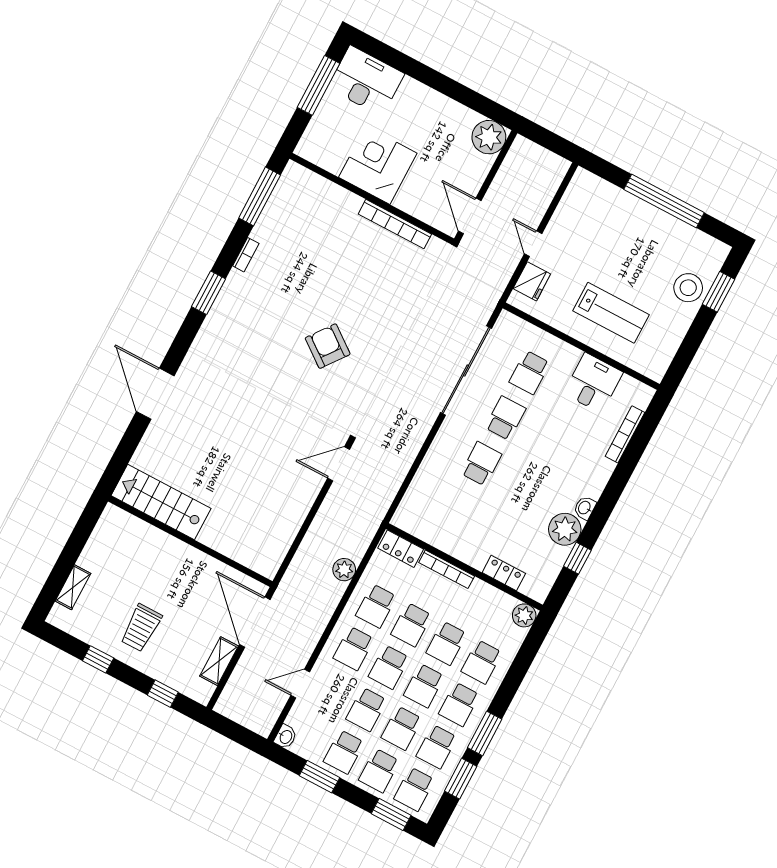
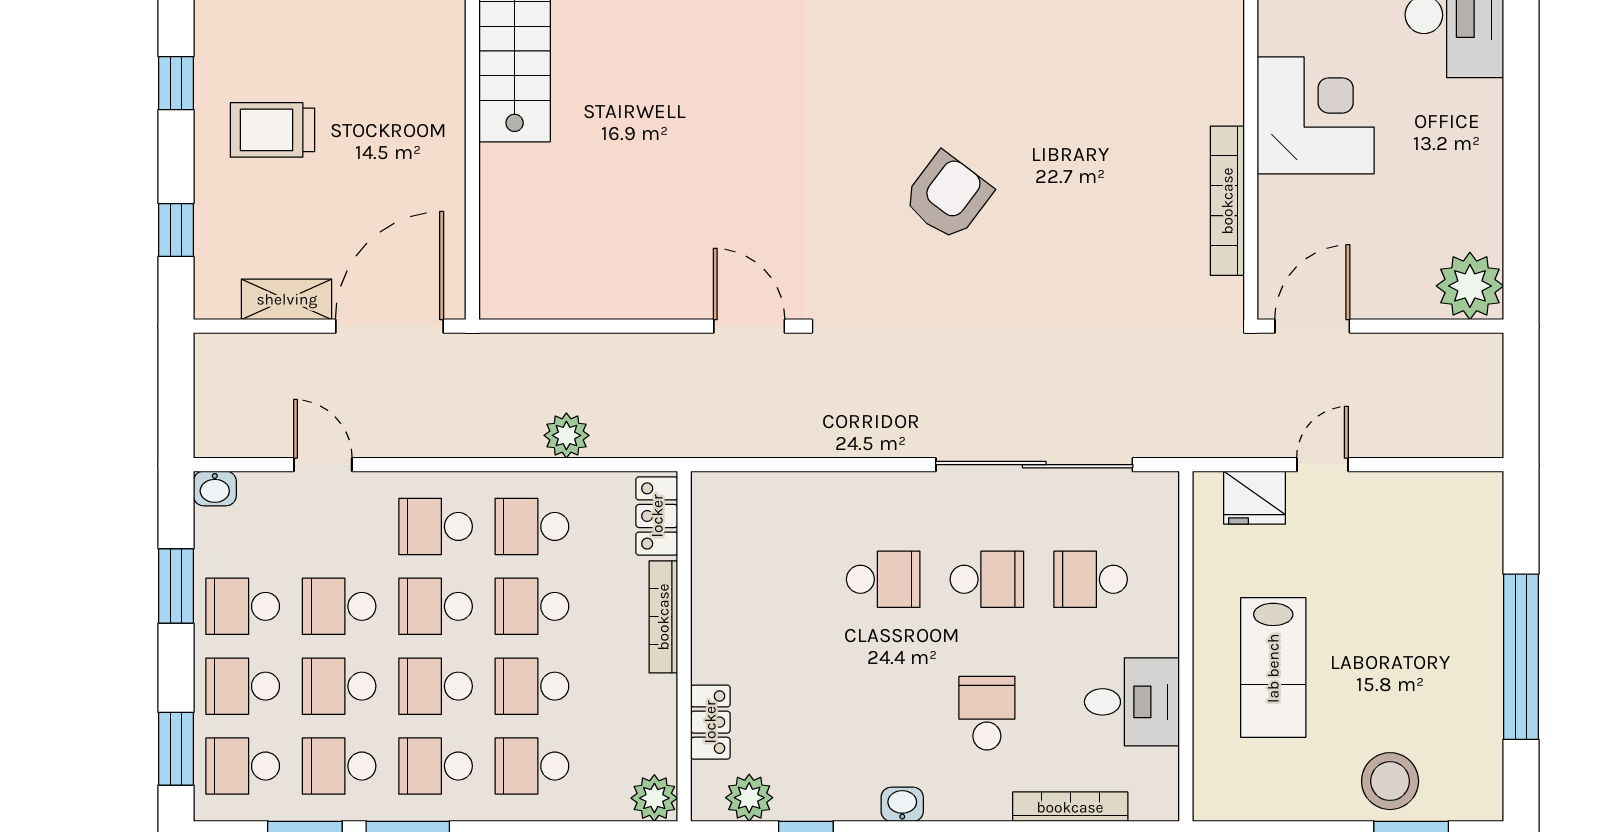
school desk: (564, 449) -> (987, 713), added
plant: (565, 529) -> (749, 798), moved, width x0.73, depth x0.73

